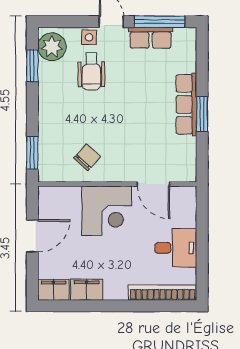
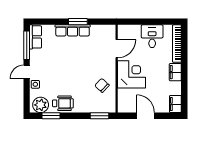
row of seats: (151, 38) -> (36, 37), moved
wheelchair: (91, 71) -> (63, 103), moved
filing cabinet: (86, 290) -> (175, 72), moved

